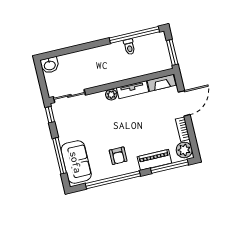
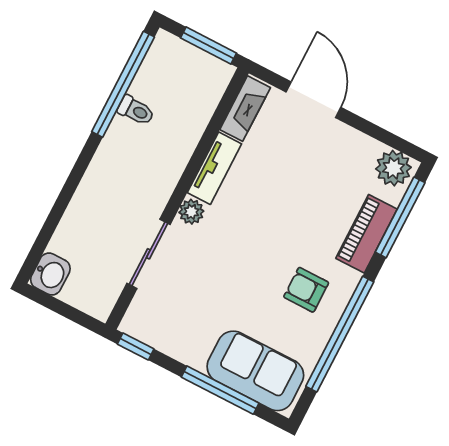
sliding door: (69, 96) -> (148, 254), moved
bookcase: (183, 129) -> (355, 140), removed
armchair: (118, 156) -> (306, 290), turned 180

